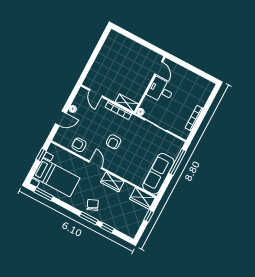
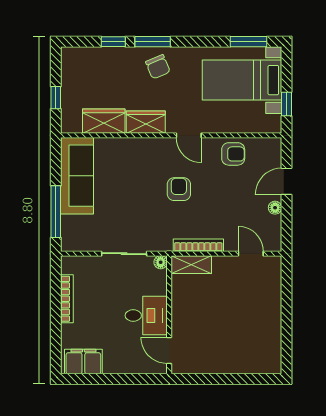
filing cabinet: (202, 84) -> (83, 362), added
wardrobe: (142, 198) -> (104, 121), moved

